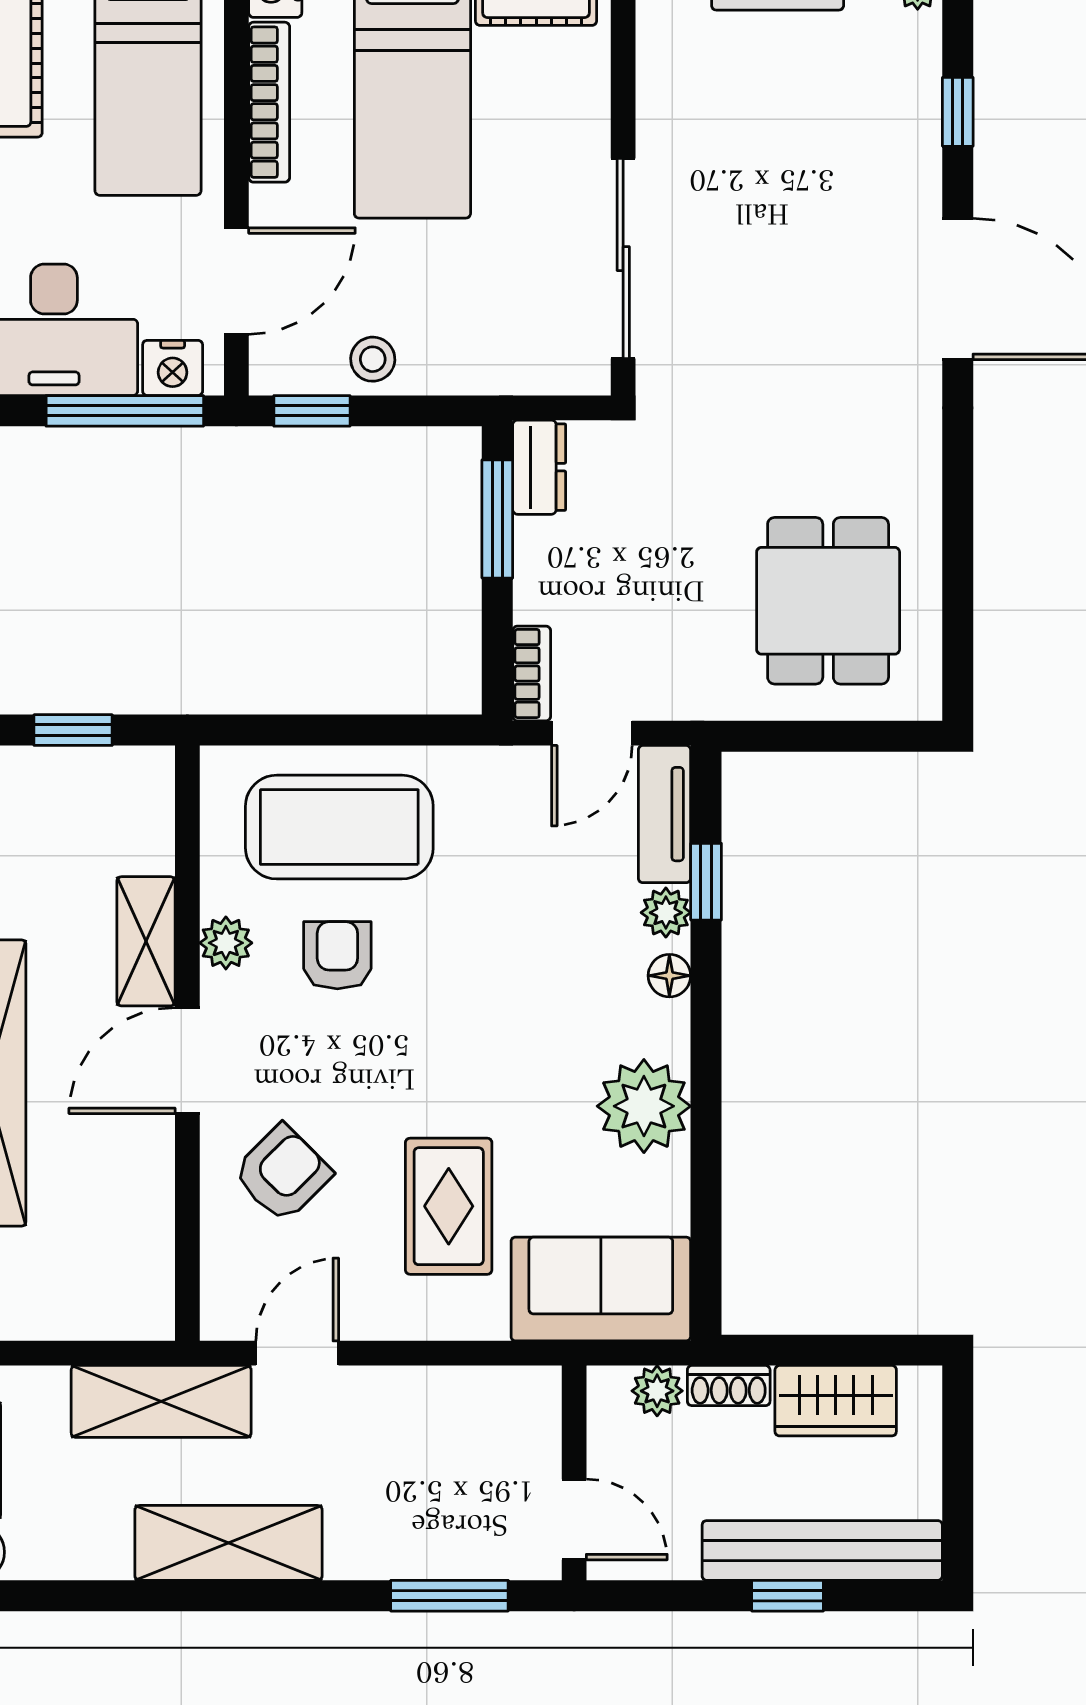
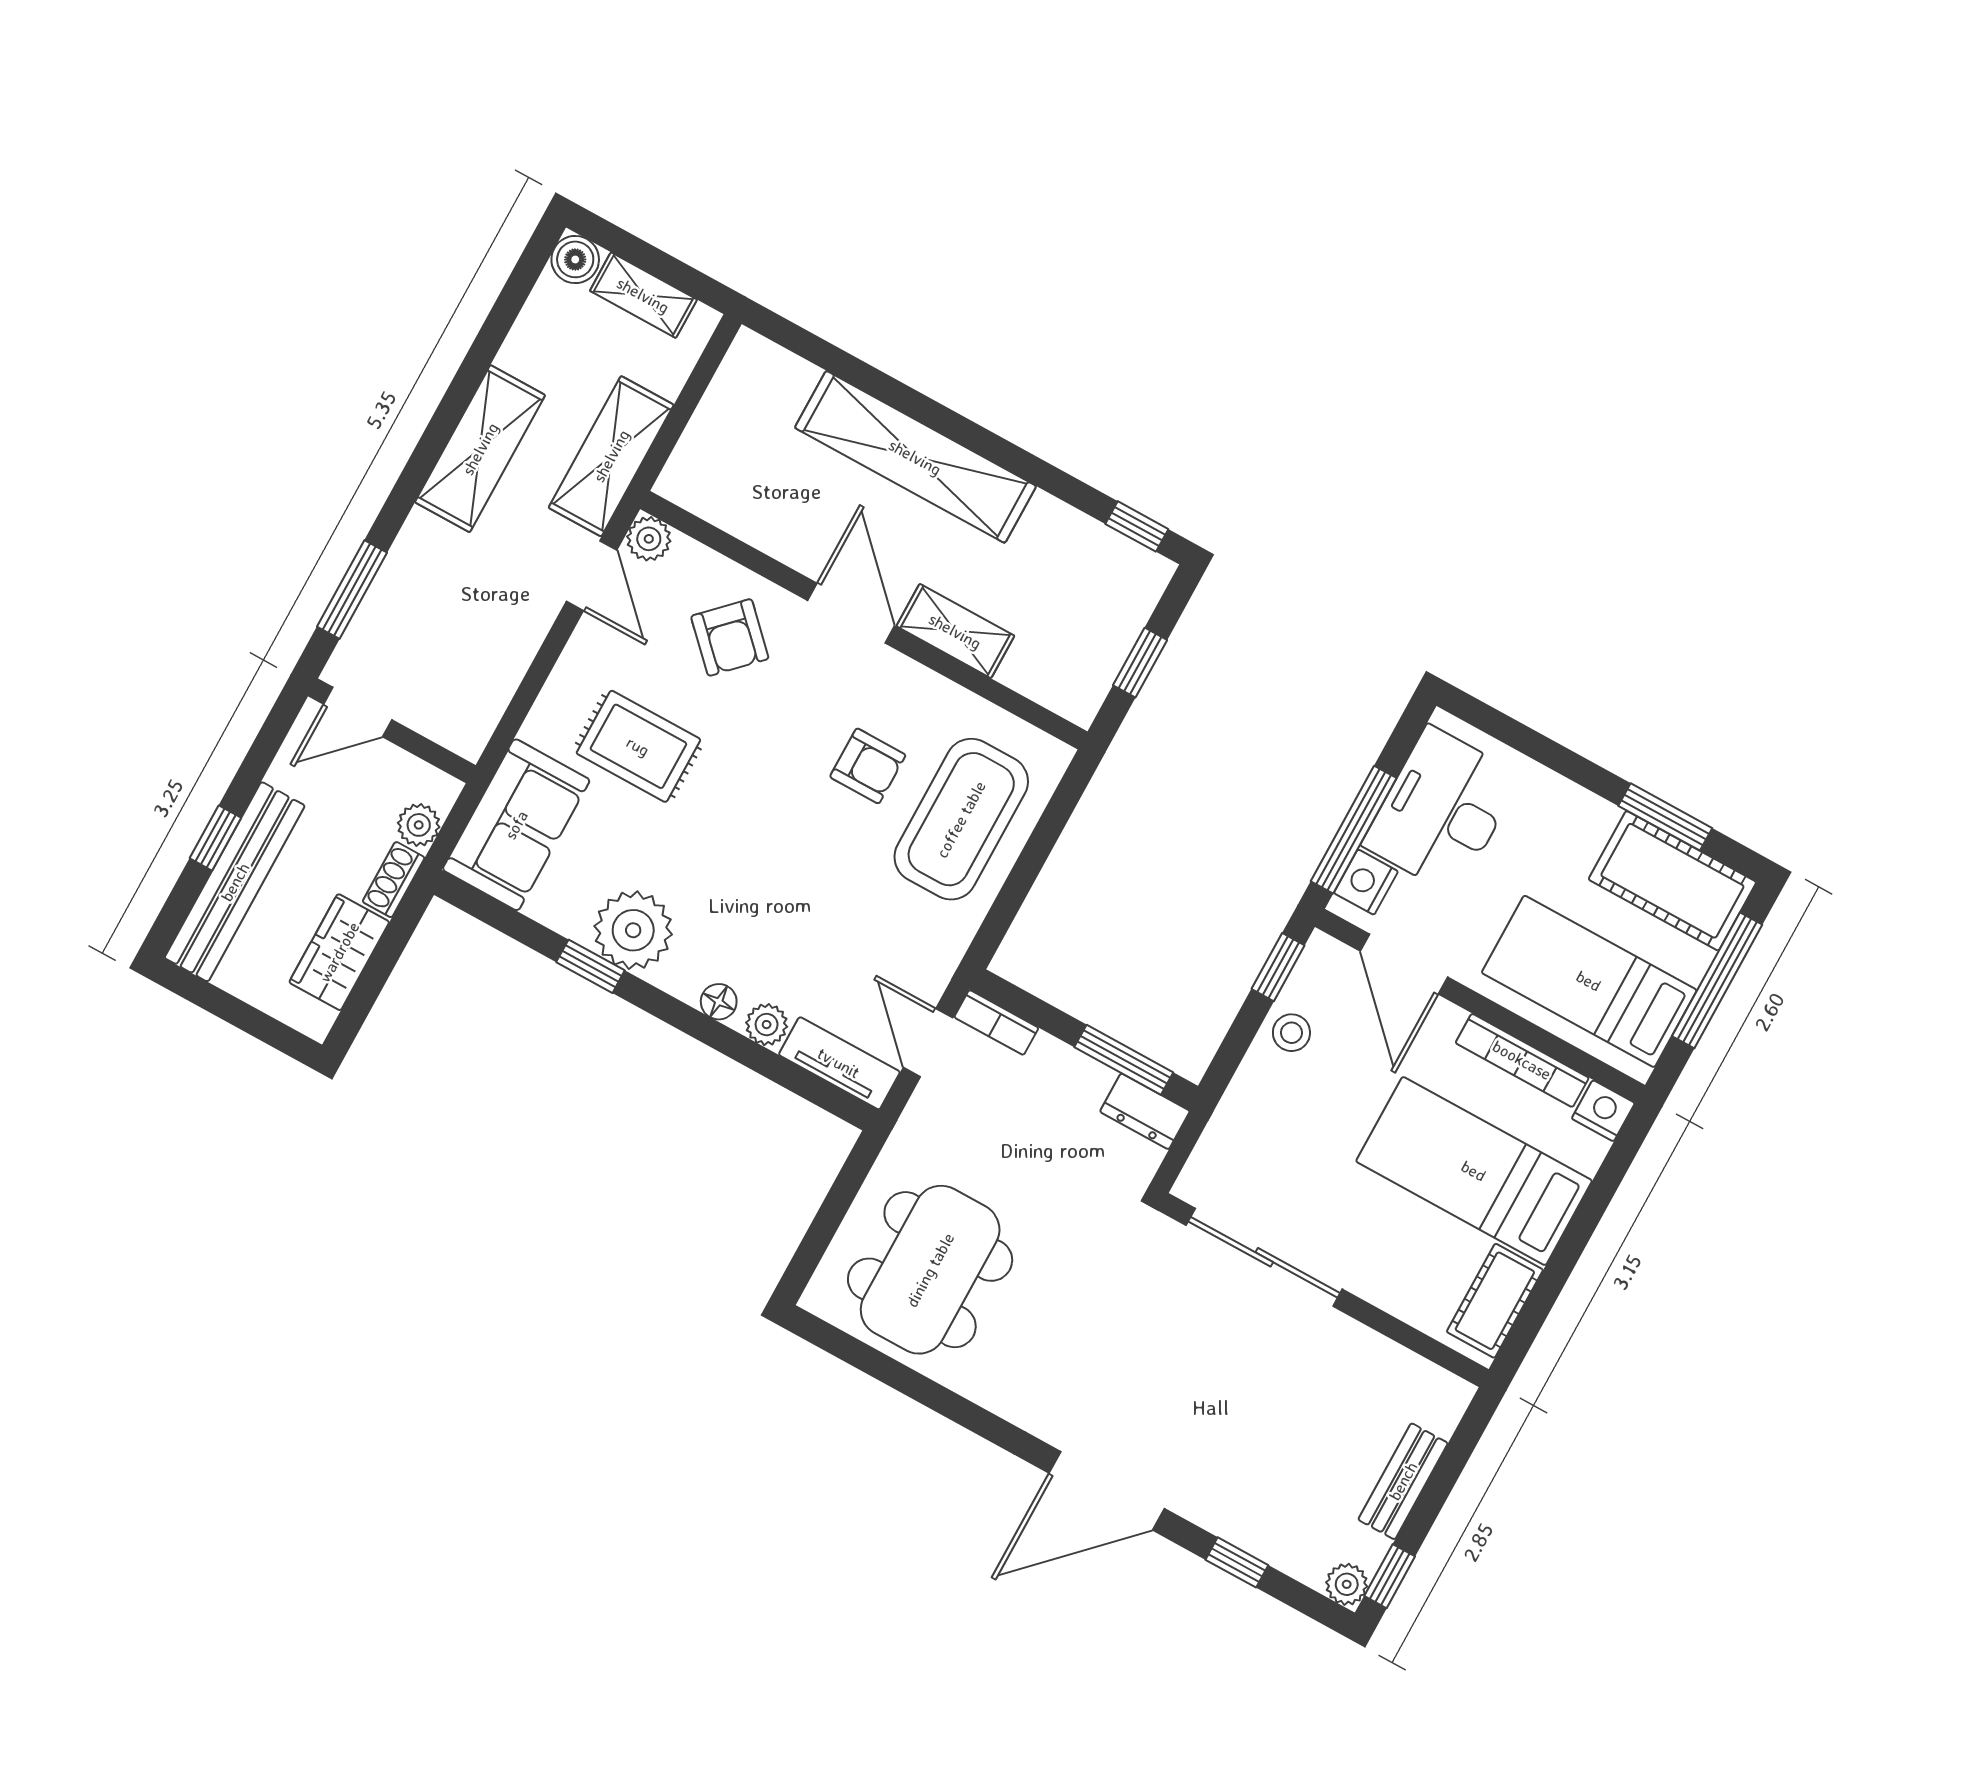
dining table: (828, 601) -> (930, 1270), width x1.38
window: (706, 882) -> (591, 966), moved
plant: (226, 943) -> (649, 539), moved

